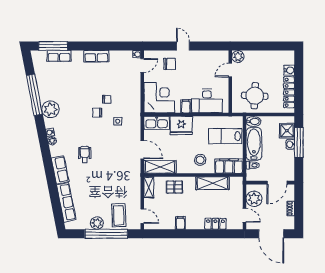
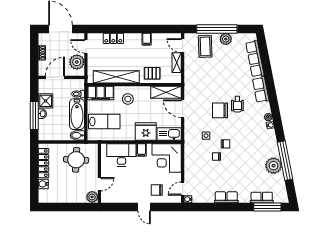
plant: (50, 109) -> (274, 166), moved
shower: (287, 131) -> (46, 101), moved
chair: (103, 148) -> (220, 110), added
shelving: (212, 183) -> (116, 77), width x1.47
shelving: (149, 187) -> (177, 63), moved

